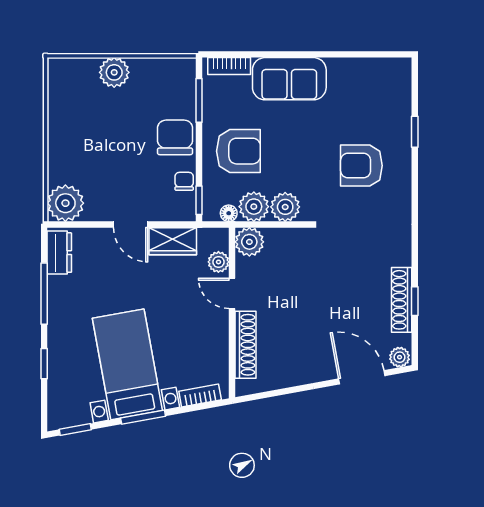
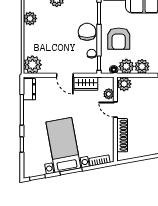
plant: (61, 111) -> (30, 18), added
armchair: (238, 151) -> (119, 39), turned 90

